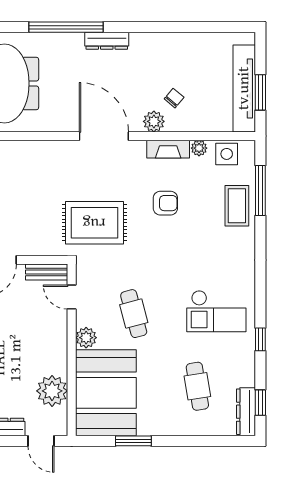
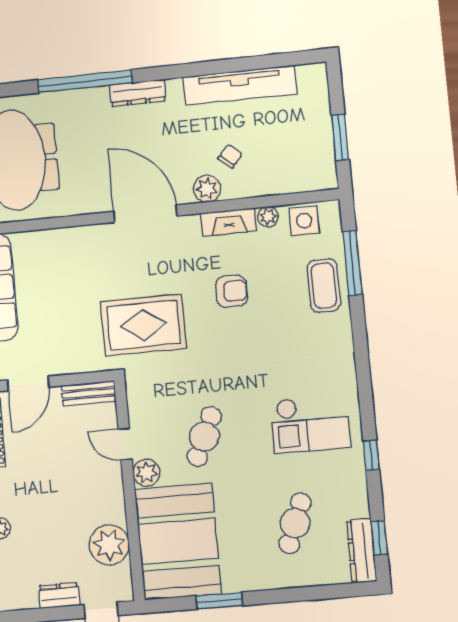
tv unit: (244, 88) -> (240, 85), moved, turned -90
door: (72, 297) -> (125, 444), moved
cafe table: (134, 314) -> (204, 436), turned 39
cafe table: (197, 386) -> (295, 523), turned 30

